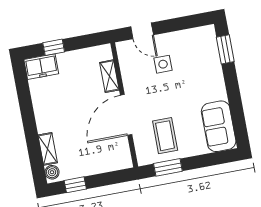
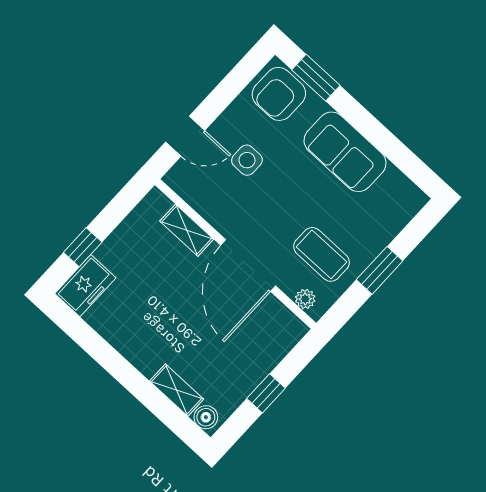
armchair: (202, 44) -> (279, 94), added
sofa: (219, 126) -> (345, 152), moved
plant: (141, 151) -> (305, 299), added
window: (168, 167) -> (380, 270), moved
window: (75, 185) -> (266, 393), moved

